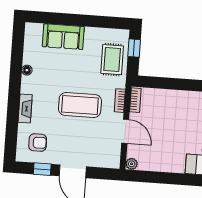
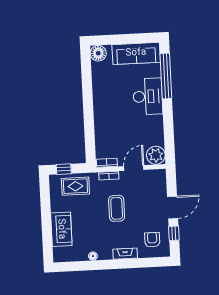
coffee table: (80, 105) -> (117, 208), width x0.73, depth x0.76
plant: (132, 164) -> (156, 155), width x1.87, depth x1.87

